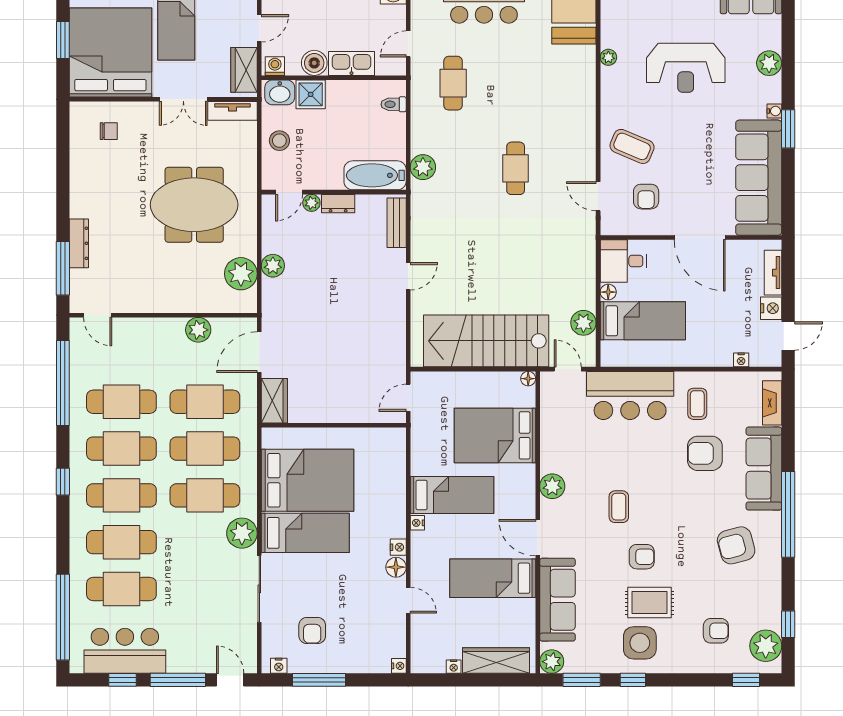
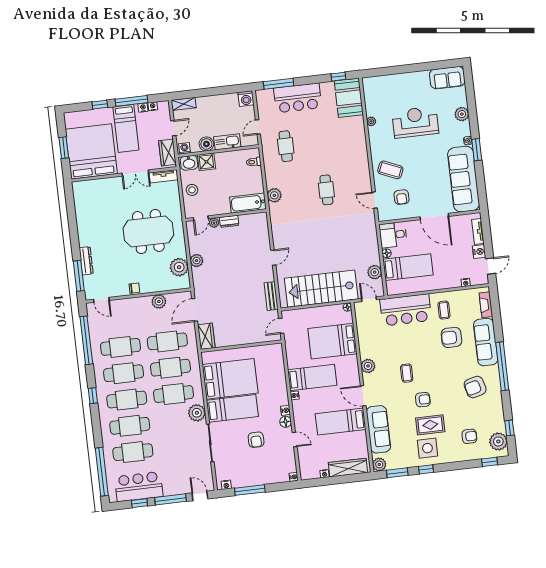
reception desk: (686, 68) -> (415, 122), turned 180
chair: (109, 131) -> (134, 288), moved
bench: (397, 223) -> (271, 296), moved
armchair: (312, 631) -> (256, 440), moved

